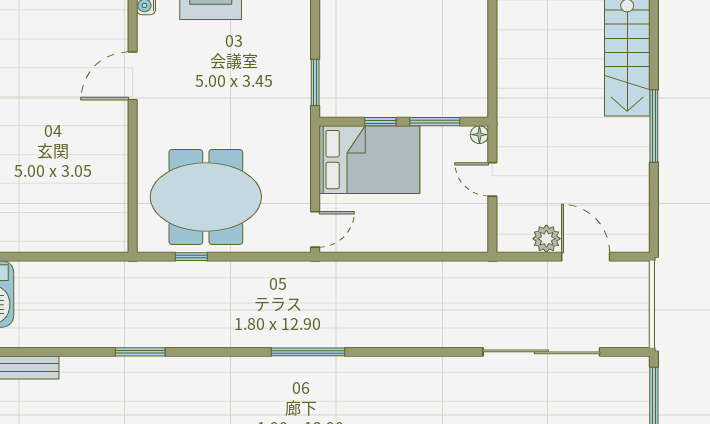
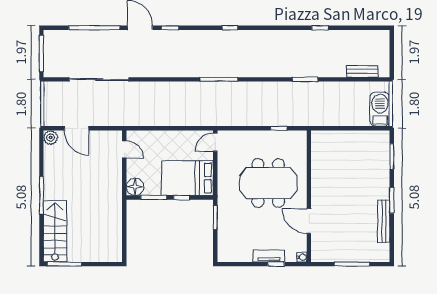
door: (133, 76) -> (309, 221), swing flipped
floor lamp: (479, 135) -> (135, 187), width x1.89, depth x1.89
door: (492, 179) -> (124, 149), moved
meeting table: (206, 197) -> (268, 183), moved
plant: (546, 239) -> (51, 137), moved

